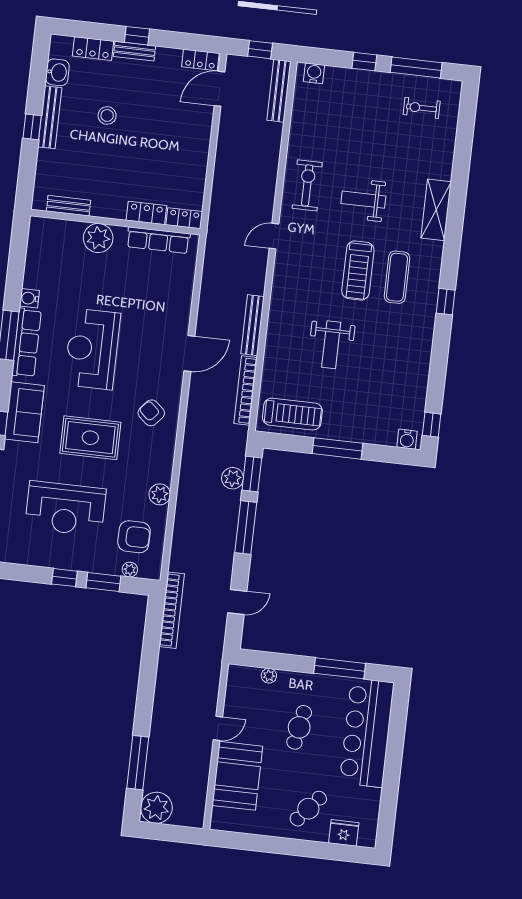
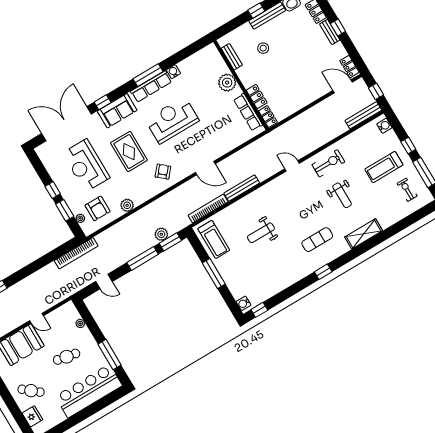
stool: (107, 115) -> (263, 48), moved
weight bench: (363, 200) -> (342, 195), turned 180
treadmill: (358, 270) -> (384, 167), moved

